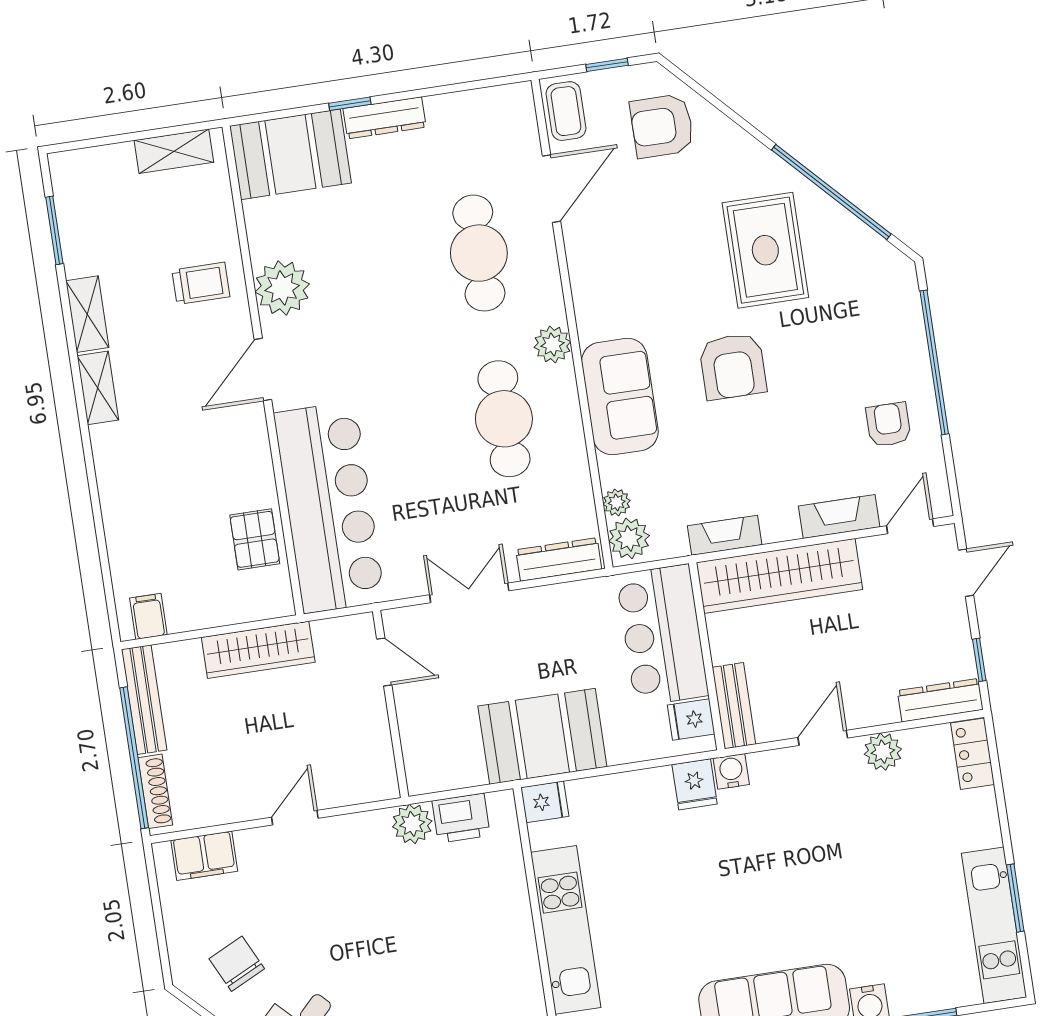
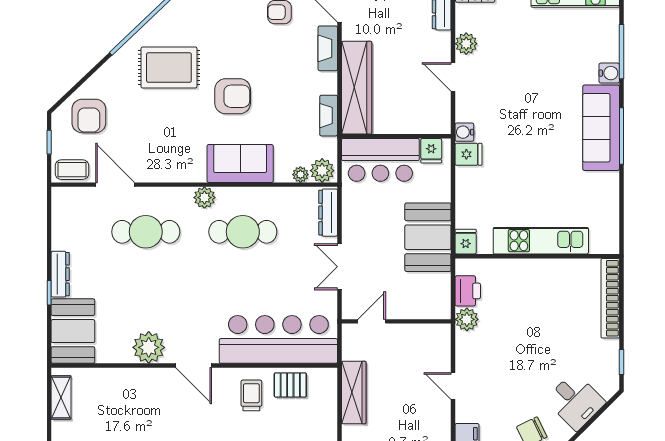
trolley: (201, 283) -> (251, 395), moved
bench: (734, 706) -> (427, 125), removed

